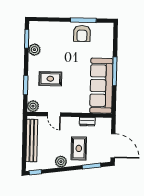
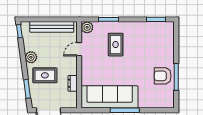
plant: (34, 50) -> (145, 28), removed

